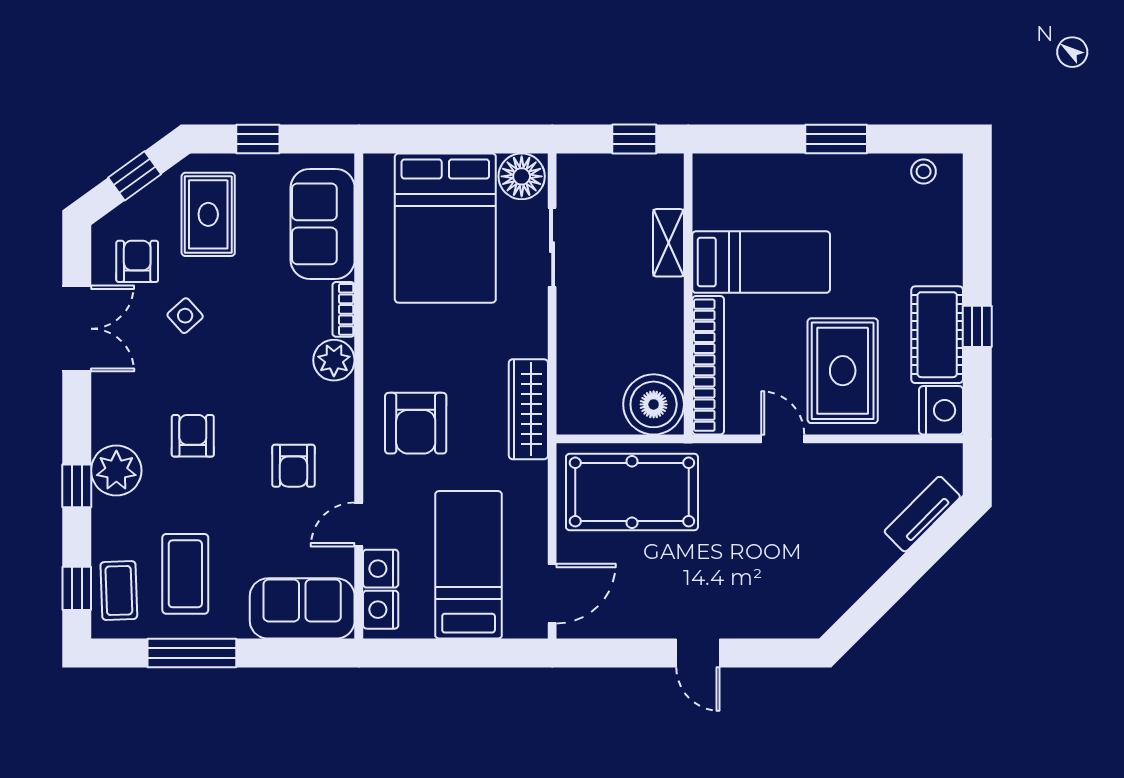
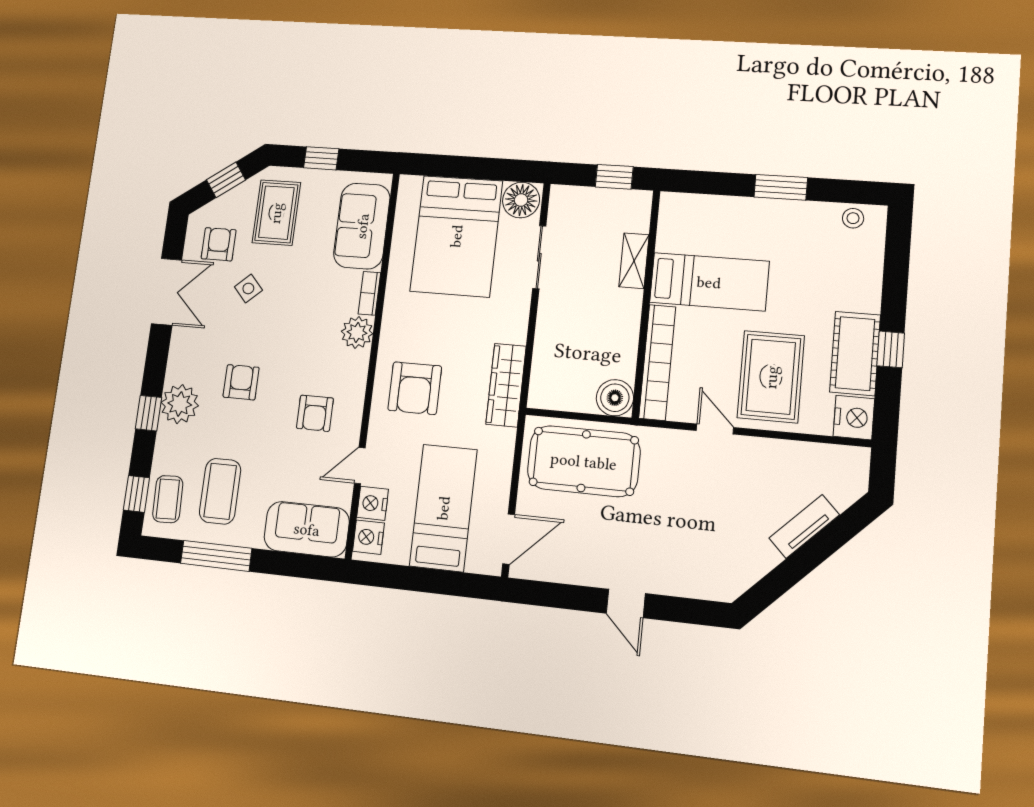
boiler: (654, 404) -> (615, 398), width x0.73, depth x0.73
tv unit: (922, 514) -> (804, 526), moved

